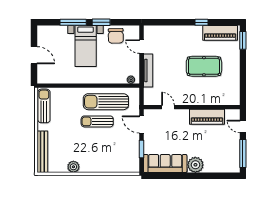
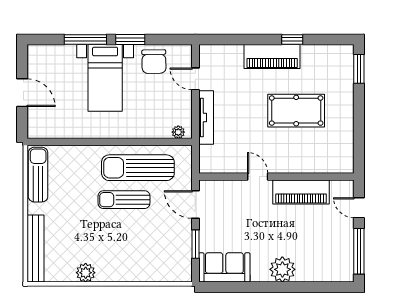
piano: (220, 33) -> (272, 57), moved
door: (168, 107) -> (258, 177), moved
sofa: (165, 164) -> (224, 267), width x0.73

